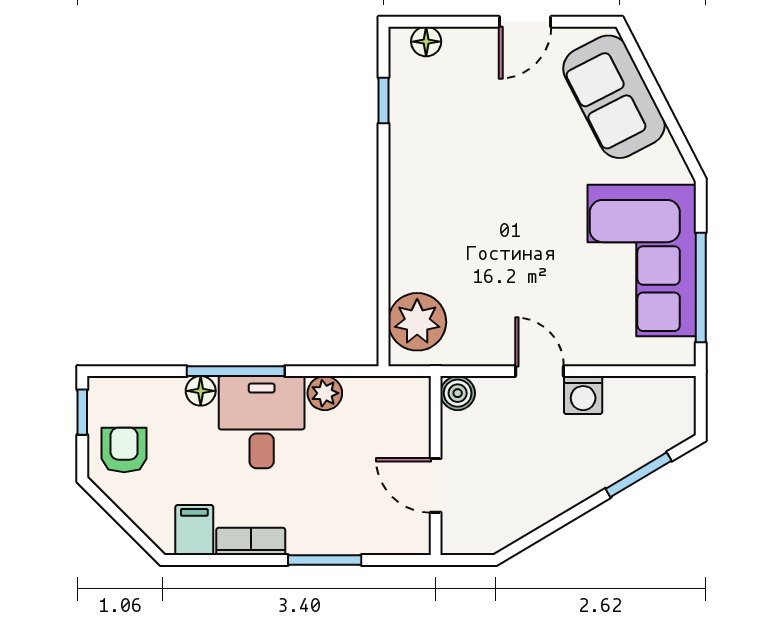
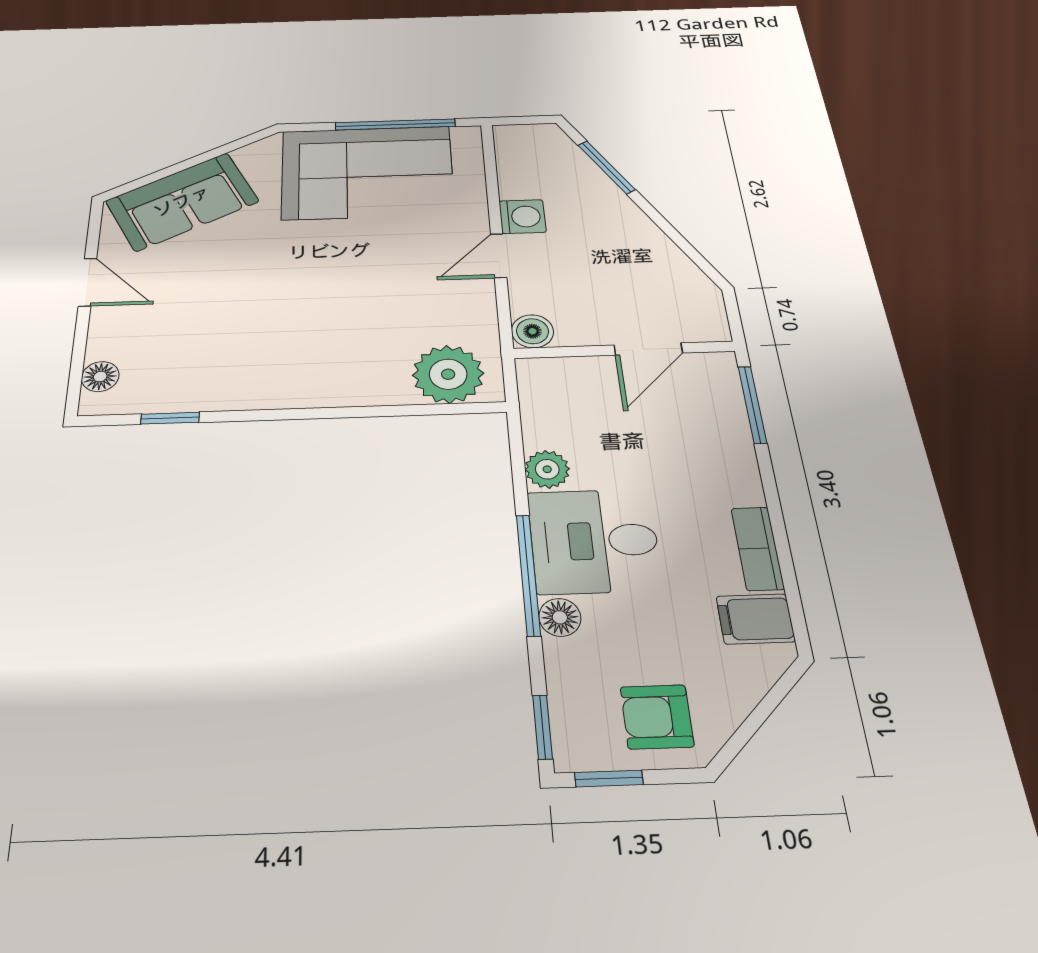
window: (120, 371) -> (542, 727), added
window: (325, 560) -> (752, 405), moved

